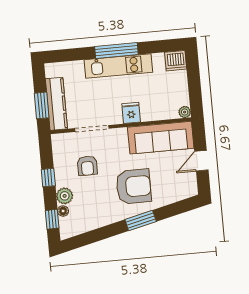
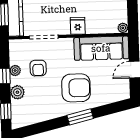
plant: (60, 170) -> (15, 71), added
floor lamp: (63, 211) -> (15, 105), removed

